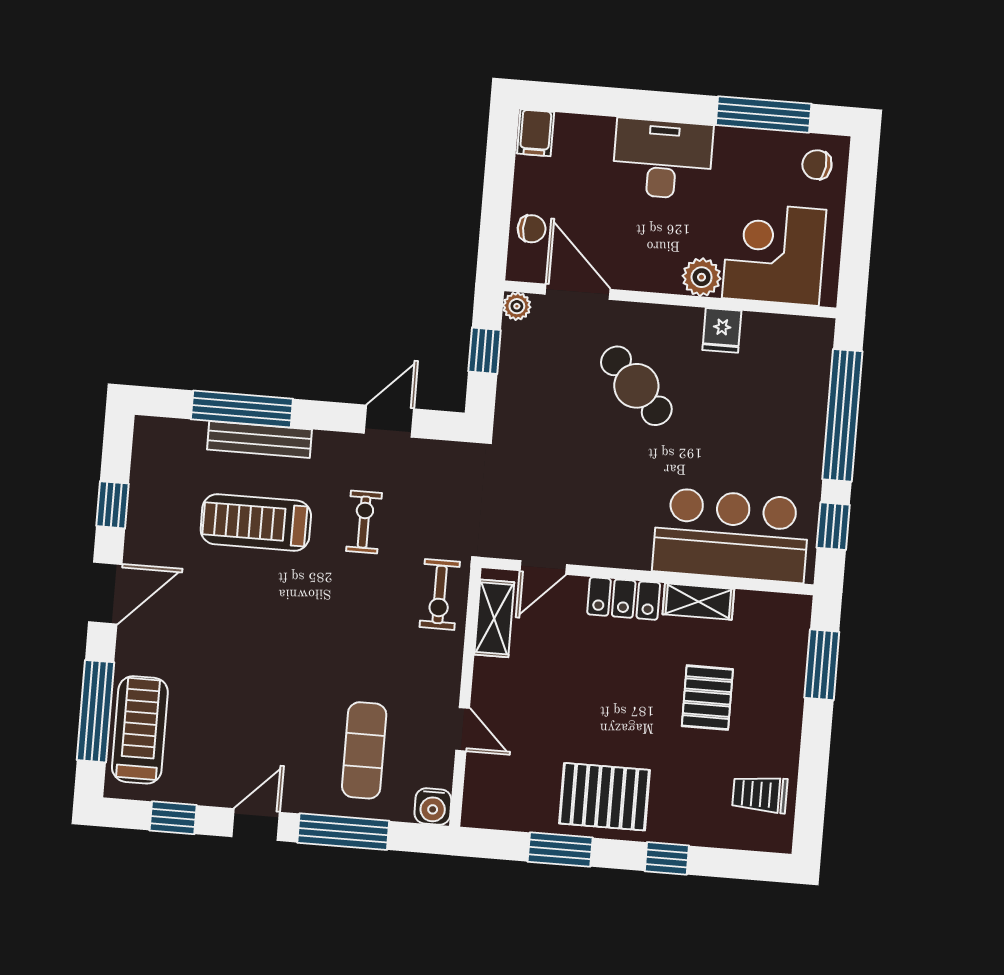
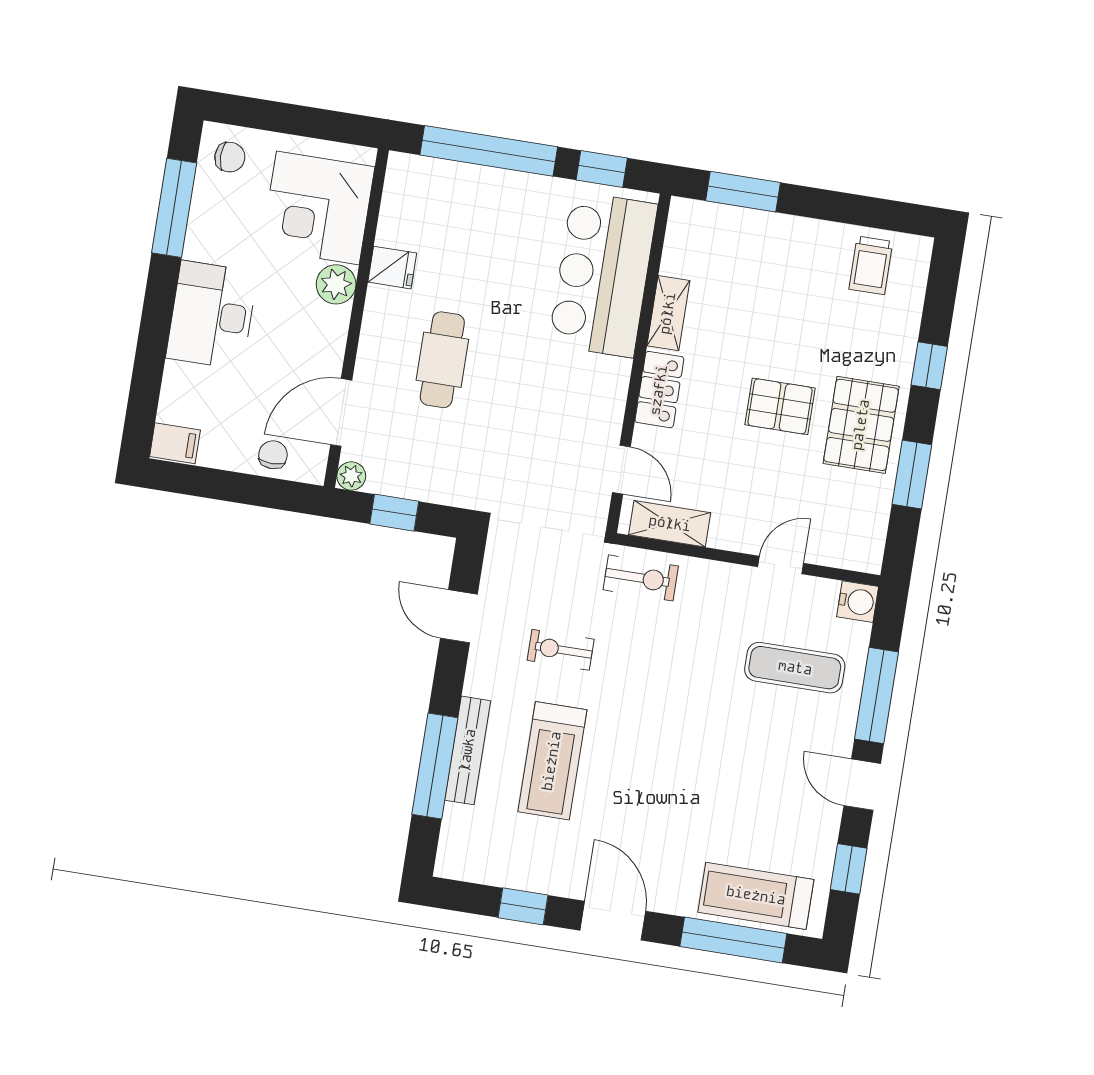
chair: (817, 165) -> (230, 157), turned -97
cafe table: (636, 386) -> (442, 360), turned -46
pallet: (707, 698) -> (780, 406), moved

